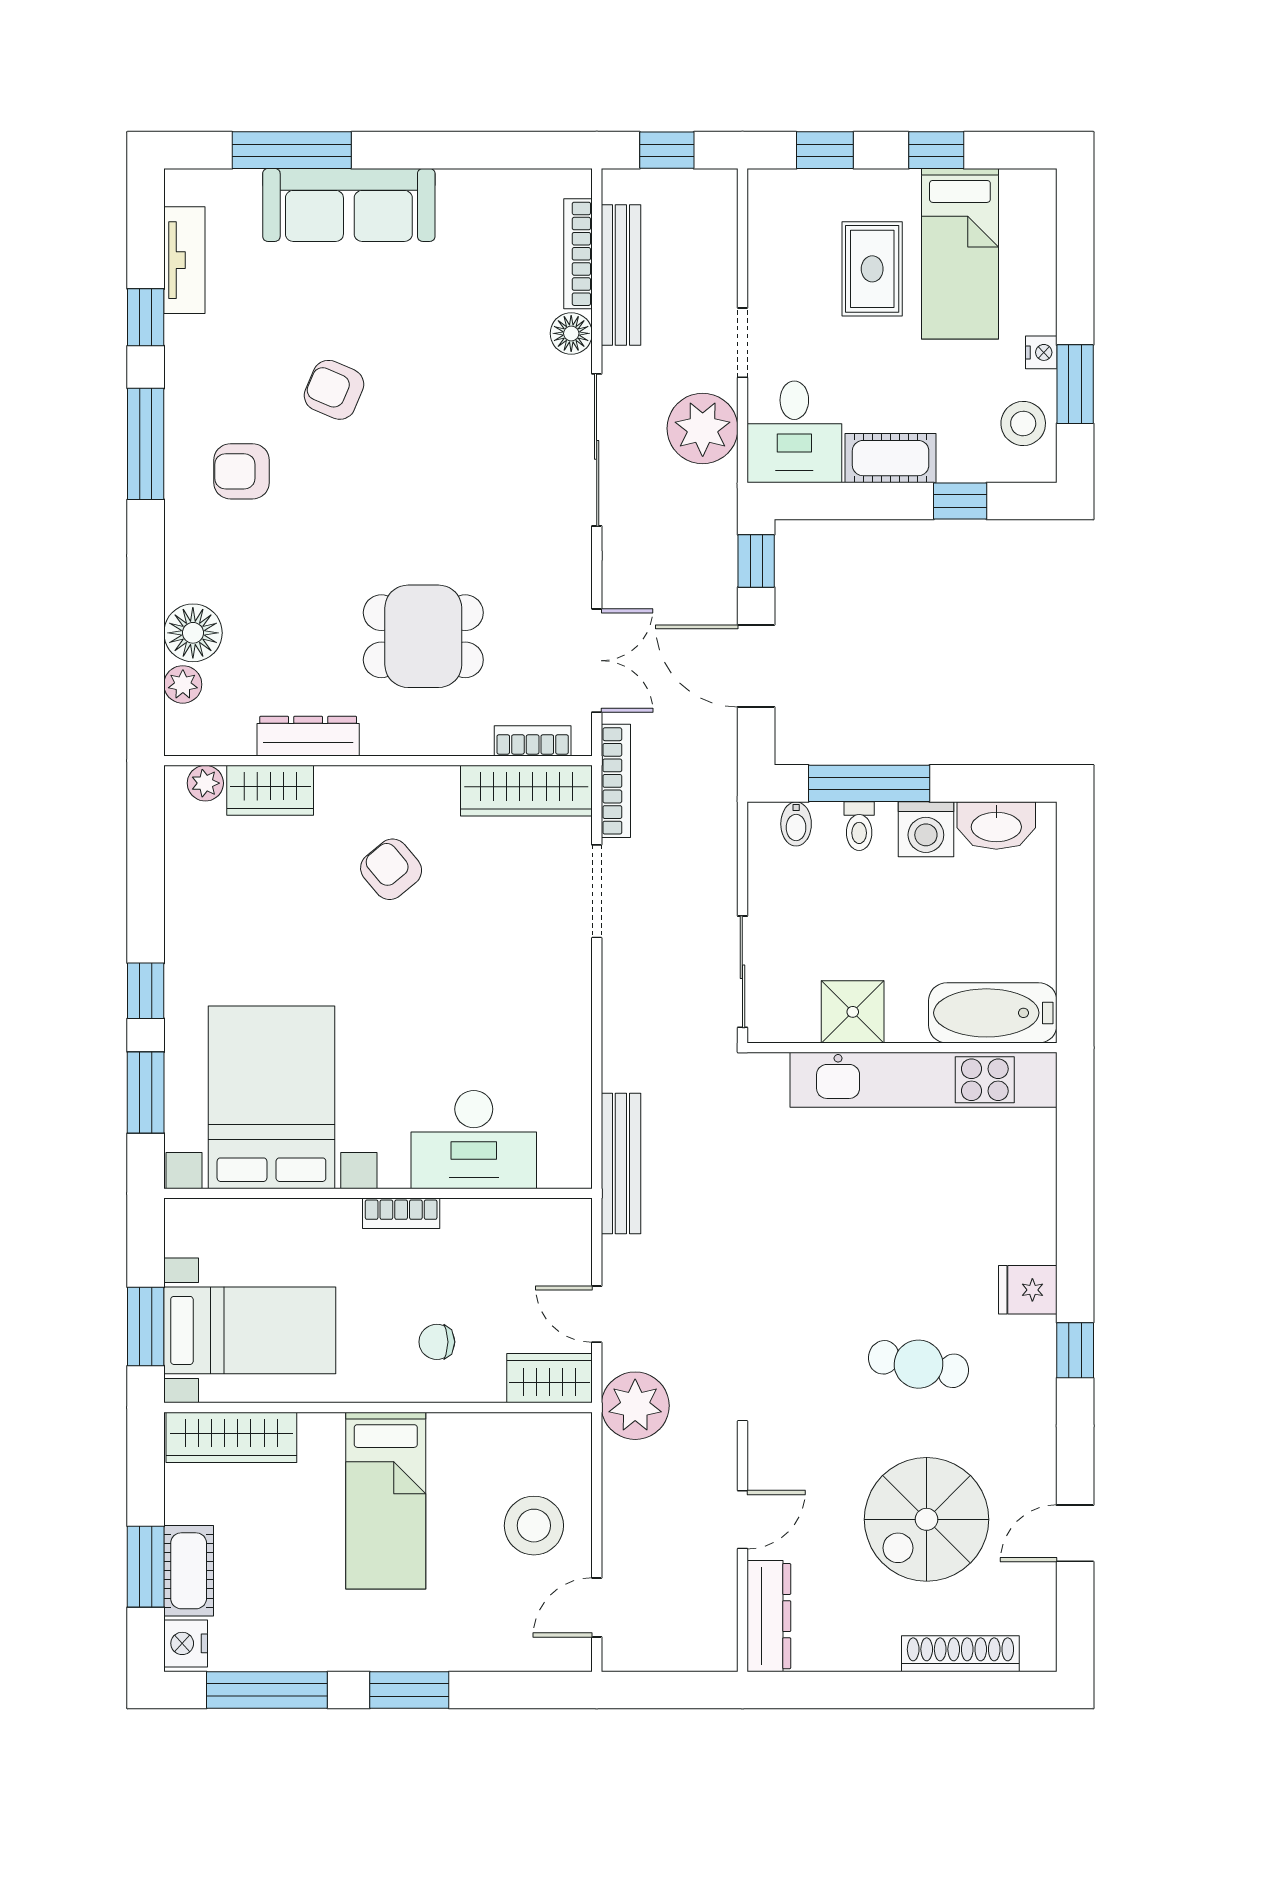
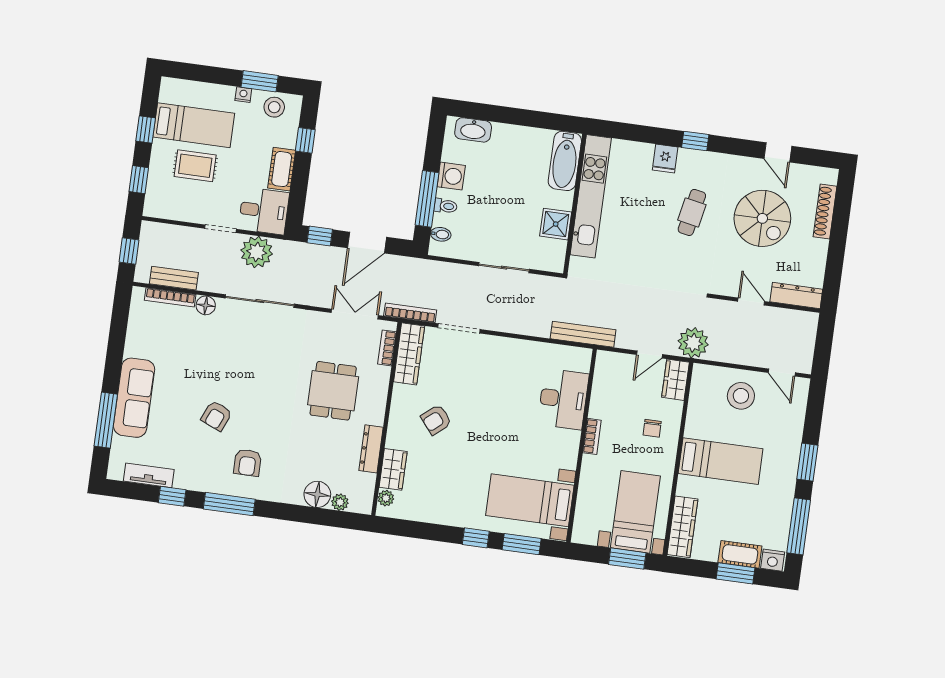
bench: (621, 275) -> (174, 278), width x0.73
washbasin: (996, 826) -> (473, 130), moved, turned 90
shower: (853, 1012) -> (556, 224), moved
bathtub: (993, 1013) -> (565, 161), moved
wall: (902, 1048) -> (575, 204), moved
kitchen unit: (923, 1080) -> (591, 196), moved
bed with nightstands: (271, 1097) -> (530, 500), width x0.73

